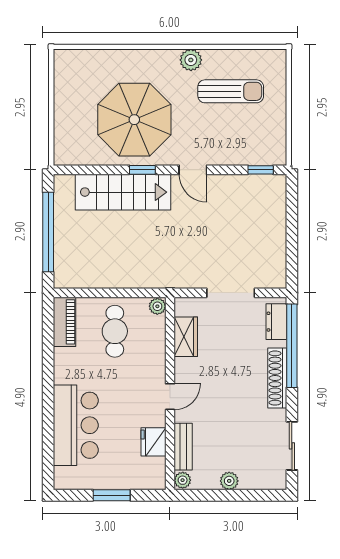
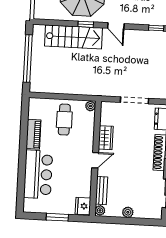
piano: (64, 322) -> (34, 134), moved
wardrobe: (186, 337) -> (106, 138), moved
fridge: (153, 442) -> (83, 206), moved

